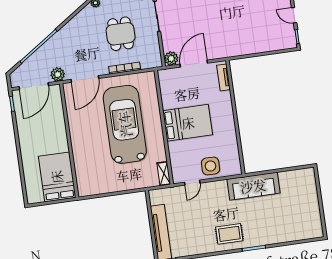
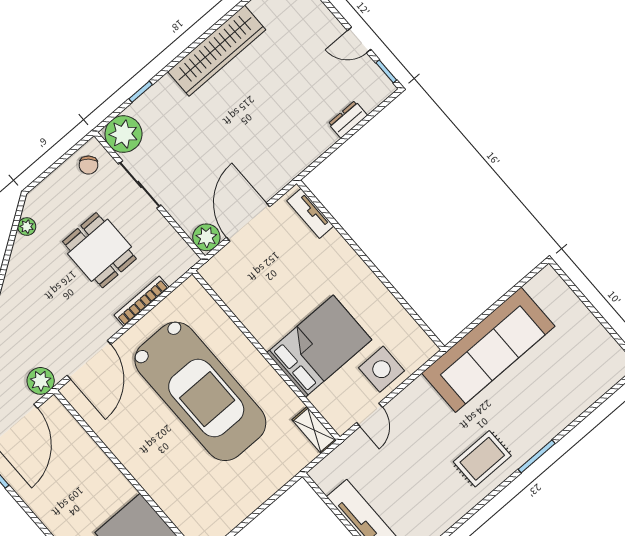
dresser: (267, 47) -> (348, 119), added
bed: (188, 123) -> (319, 346), moved
car: (125, 124) -> (200, 391), turned 180
sofa: (253, 186) -> (488, 350), width x1.36, depth x1.27

